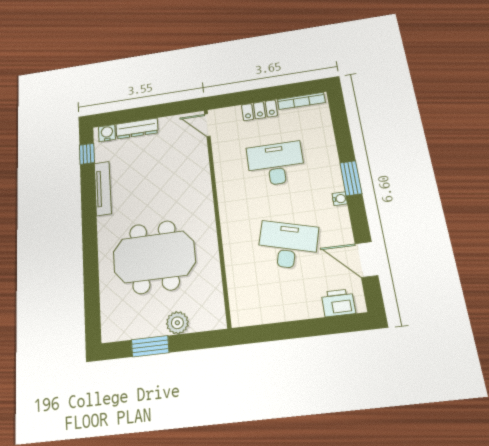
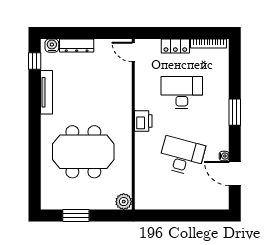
water cooler: (340, 199) -> (224, 156), moved
printer: (338, 303) -> (143, 121), moved, turned 90
plant: (177, 323) -> (124, 202), moved

